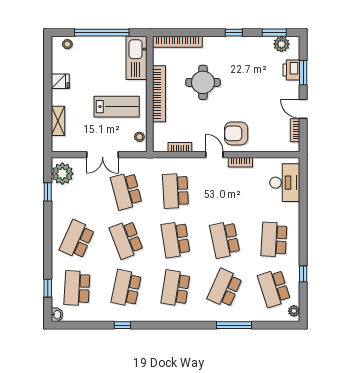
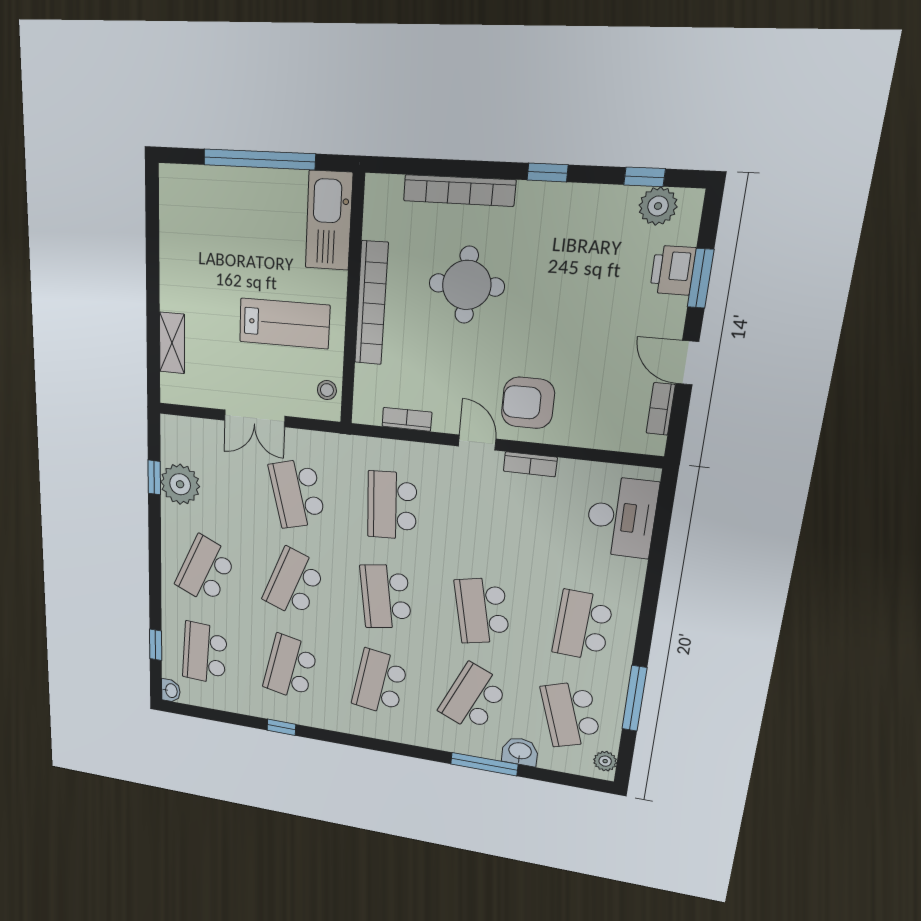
window: (274, 33) -> (645, 177), width x0.67
bookcase: (177, 42) -> (459, 190), moved
stool: (67, 44) -> (190, 182), removed
fridge: (60, 81) -> (176, 262), removed
plant: (62, 174) -> (180, 484), moved
school desk: (126, 240) -> (294, 583), turned 42
window: (303, 274) -> (634, 698), width x2.17
washbasin: (251, 314) -> (520, 752), added

